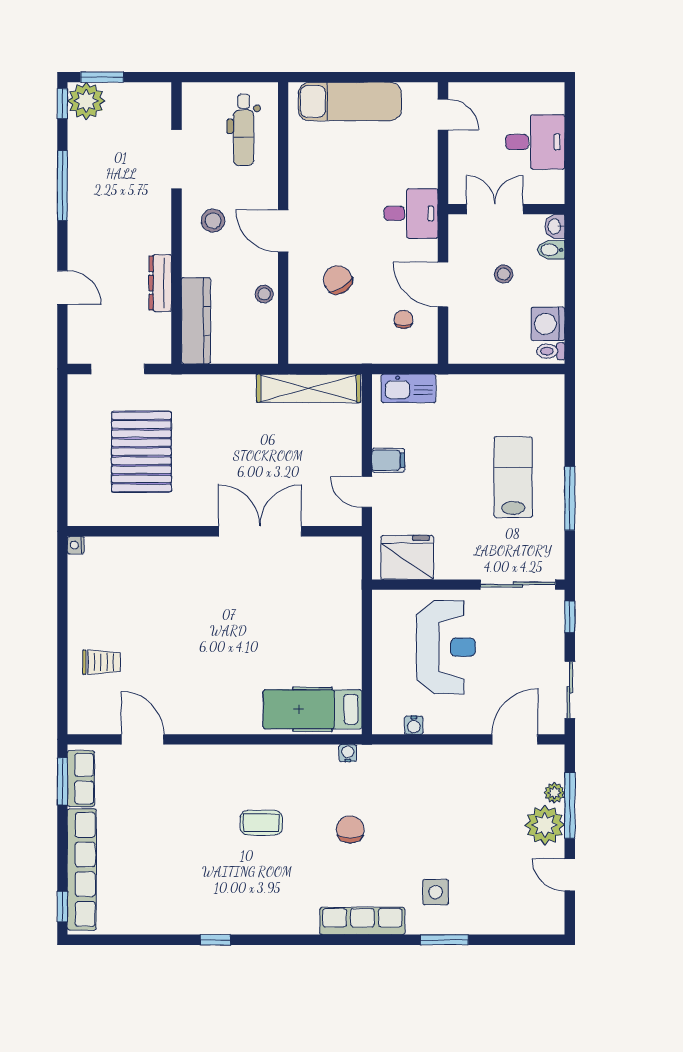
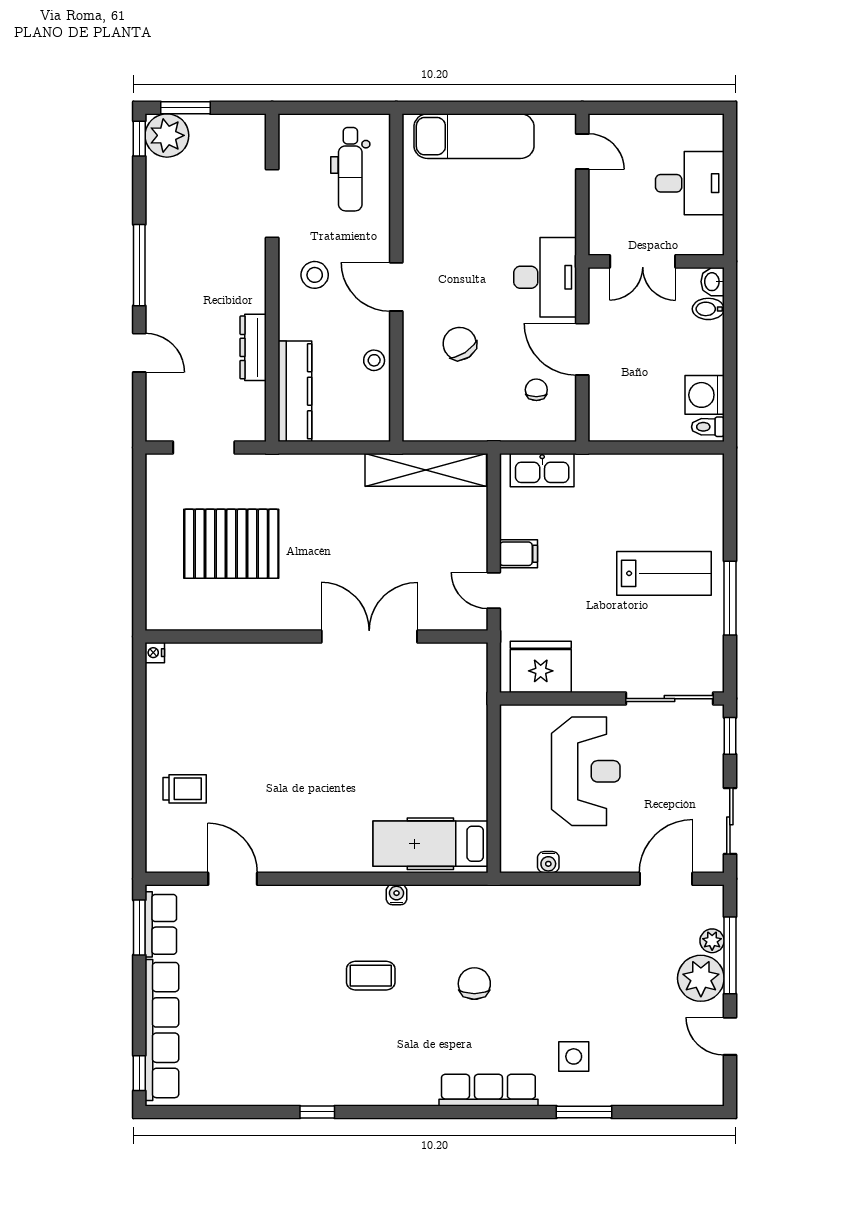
window: (62, 186) -> (139, 265), moved
double door: (495, 209) -> (643, 261), swing flipped
desk: (411, 213) -> (545, 277), width x1.37
stool: (504, 274) -> (653, 337), removed
pallet: (141, 452) -> (231, 544), turned 90
lab bench: (513, 477) -> (664, 573), turned 90
water cooler: (348, 753) -> (397, 895), moved

